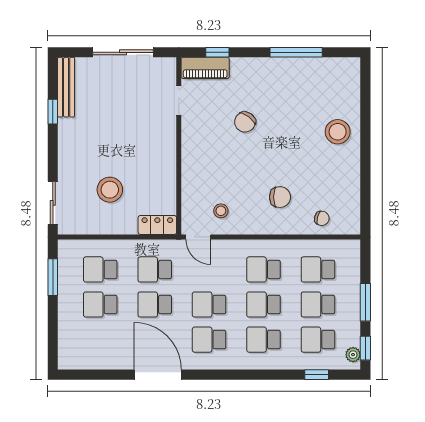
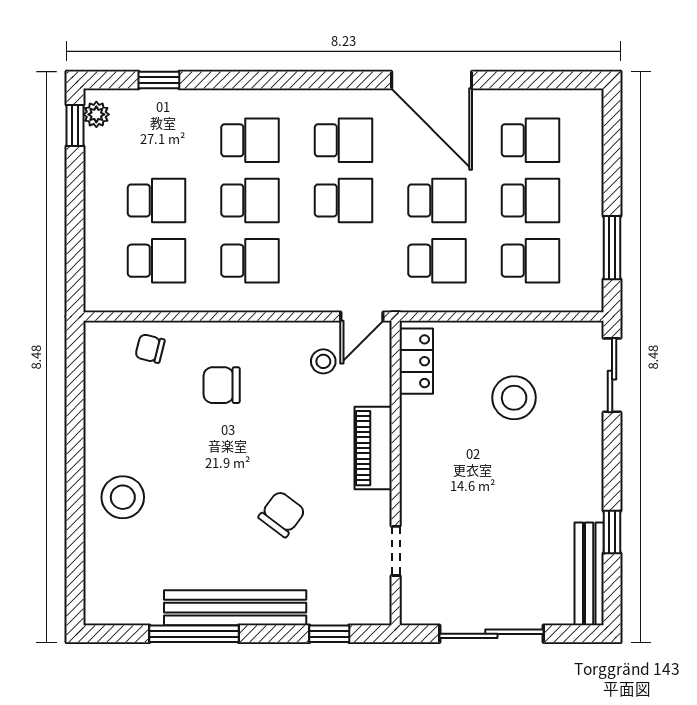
bench: (272, 67) -> (235, 608), added
piano: (205, 68) -> (373, 448), moved, turned -90
locker: (157, 225) -> (416, 361), moved, turned -90
door: (198, 237) -> (362, 317), swing flipped
window: (365, 302) -> (75, 204), removed
school desk: (318, 340) -> (530, 140), moved

